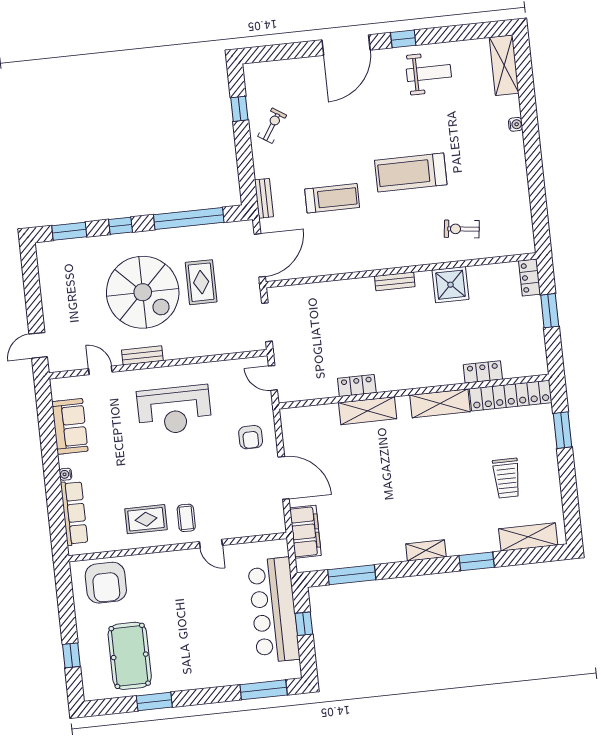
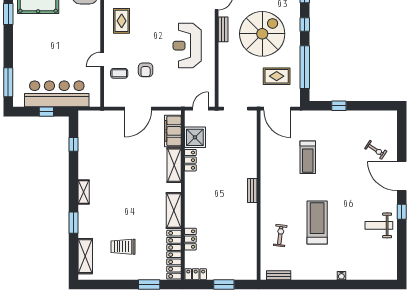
shelving: (504, 65) -> (379, 272), removed
weight bench: (429, 73) -> (379, 225), turned 90
window: (239, 109) -> (339, 106), moved
exercise bike: (272, 126) -> (376, 150), moved
treadmill: (411, 172) -> (317, 222), moved
bench: (264, 198) -> (279, 275), moved
locker: (529, 277) -> (196, 274), moved
rug: (201, 282) -> (277, 76), moved
shower: (451, 285) -> (195, 137), moved
spiral stairs: (143, 292) -> (262, 34), turned 180
armchair: (251, 437) -> (146, 70), moved, turned -90
coffee table: (186, 518) -> (119, 73), moved
filing cabinet: (305, 532) -> (173, 131), moved, turned 90
window: (352, 575) -> (74, 144), width x0.46

